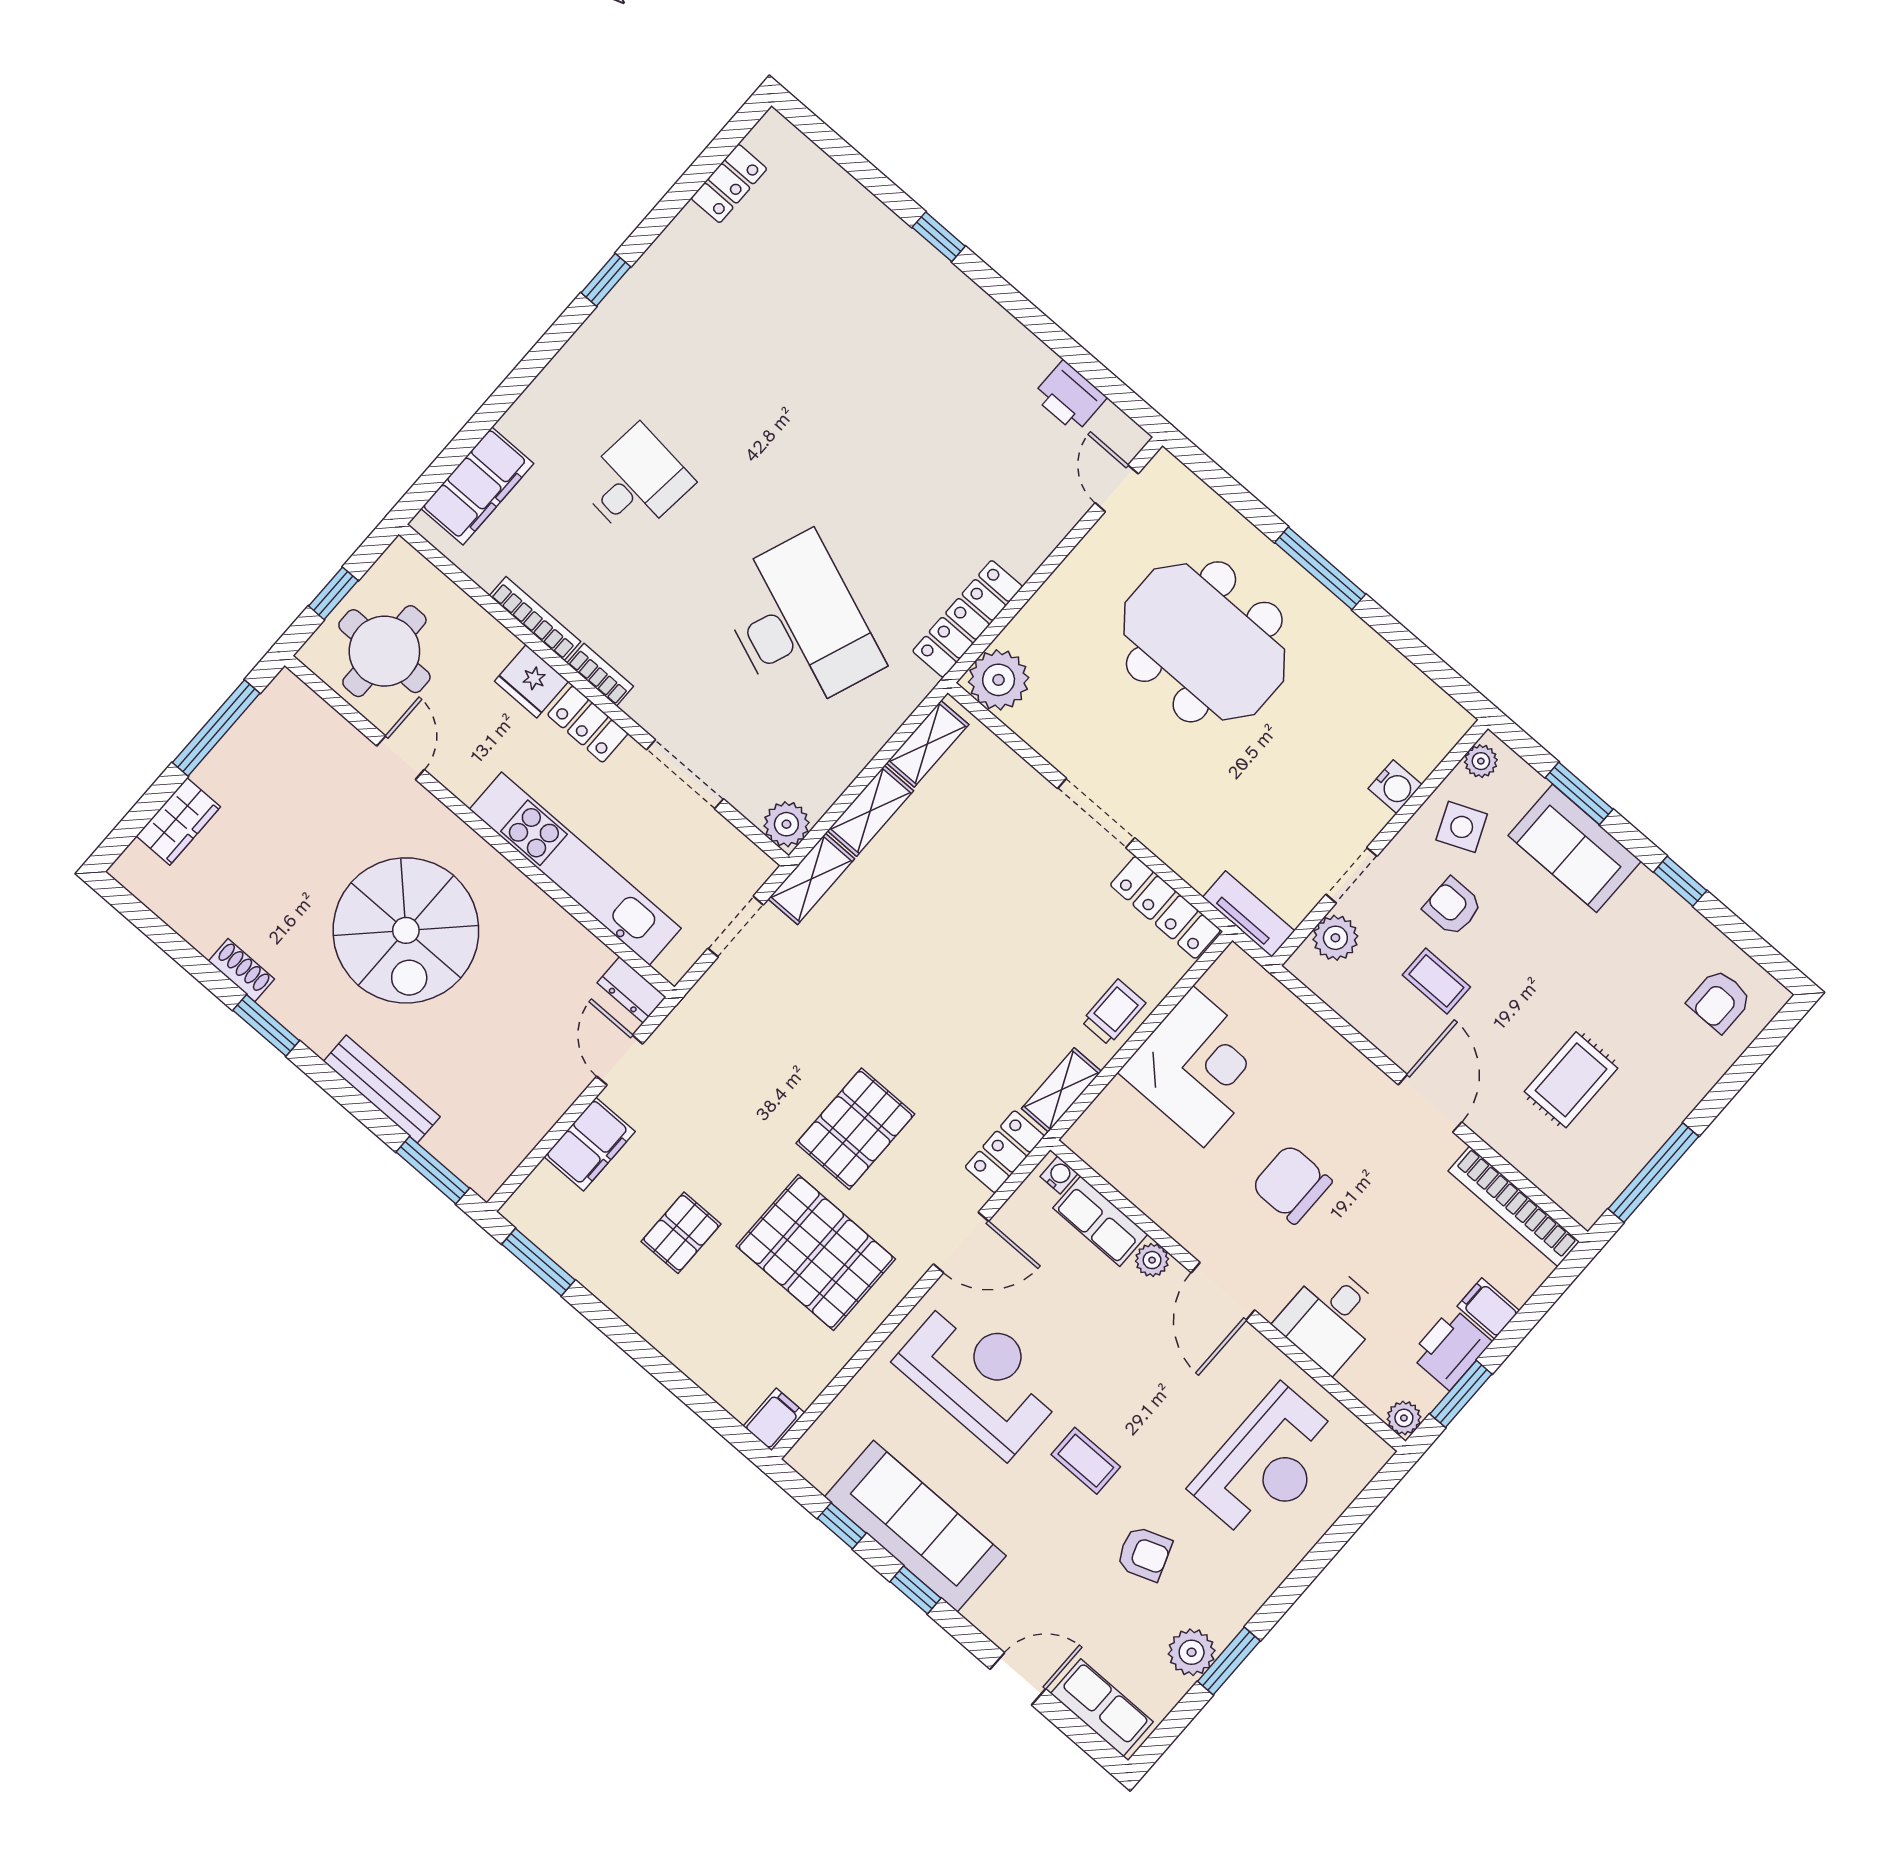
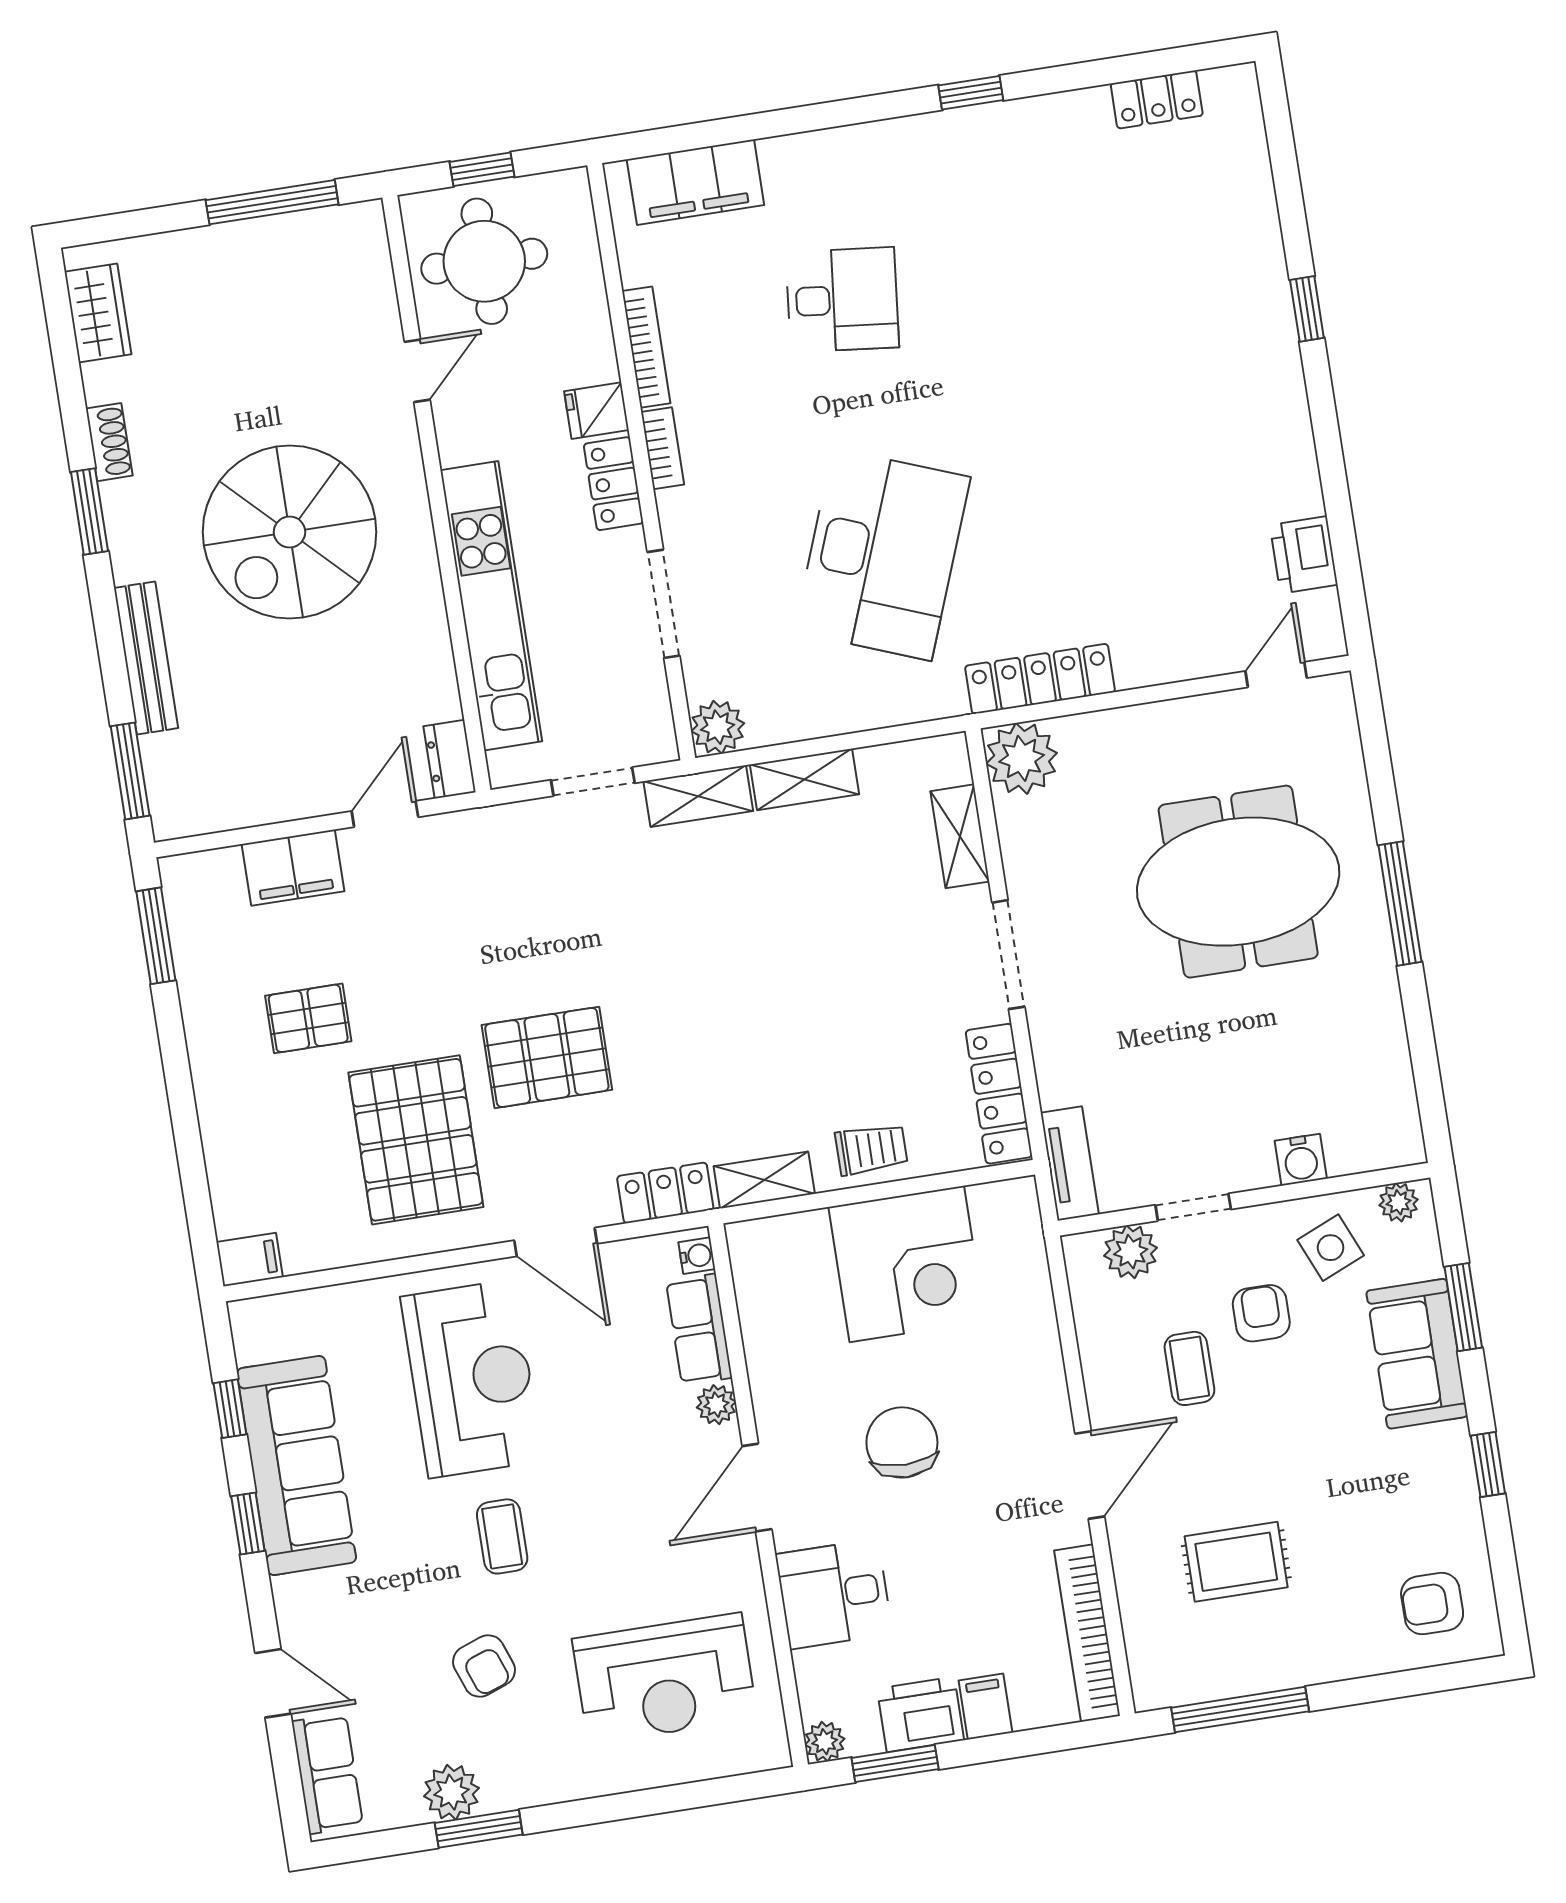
meeting table: (1204, 642) -> (1238, 882), turned 90
fridge: (532, 681) -> (597, 411), width x0.72
shelving: (928, 744) -> (960, 836), moved, turned 90
wardrobe: (178, 821) -> (98, 313), moved, turned -90

